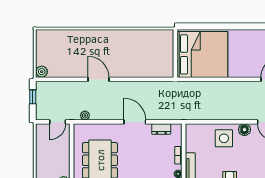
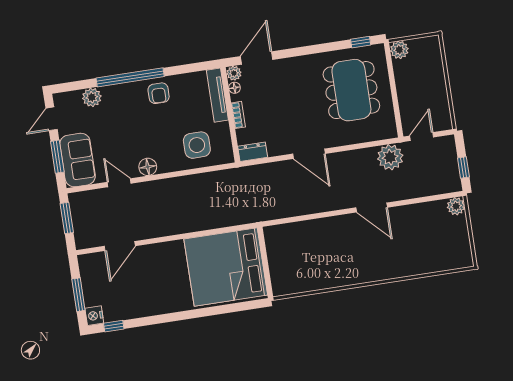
plant: (85, 115) -> (390, 157), width x1.88, depth x1.88
dresser: (161, 129) -> (253, 152), moved
side table: (224, 138) -> (197, 145), moved

